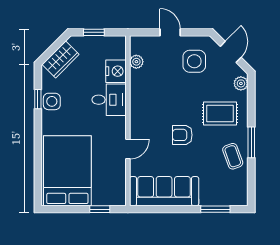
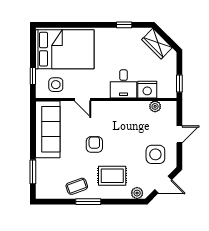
window: (94, 32) -> (179, 83), moved
side table: (52, 101) -> (56, 85), moved
rug: (220, 113) -> (112, 176), turned 90

